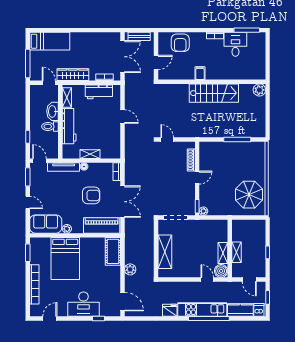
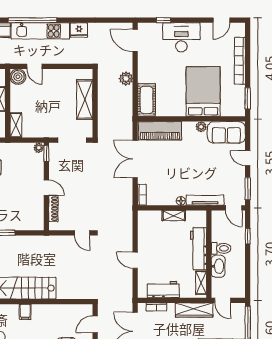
filing cabinet: (200, 73) -> (25, 312), moved
door: (197, 178) -> (46, 188), swing flipped
armchair: (91, 195) -> (172, 166), removed
shelving: (223, 253) -> (16, 125), moved

